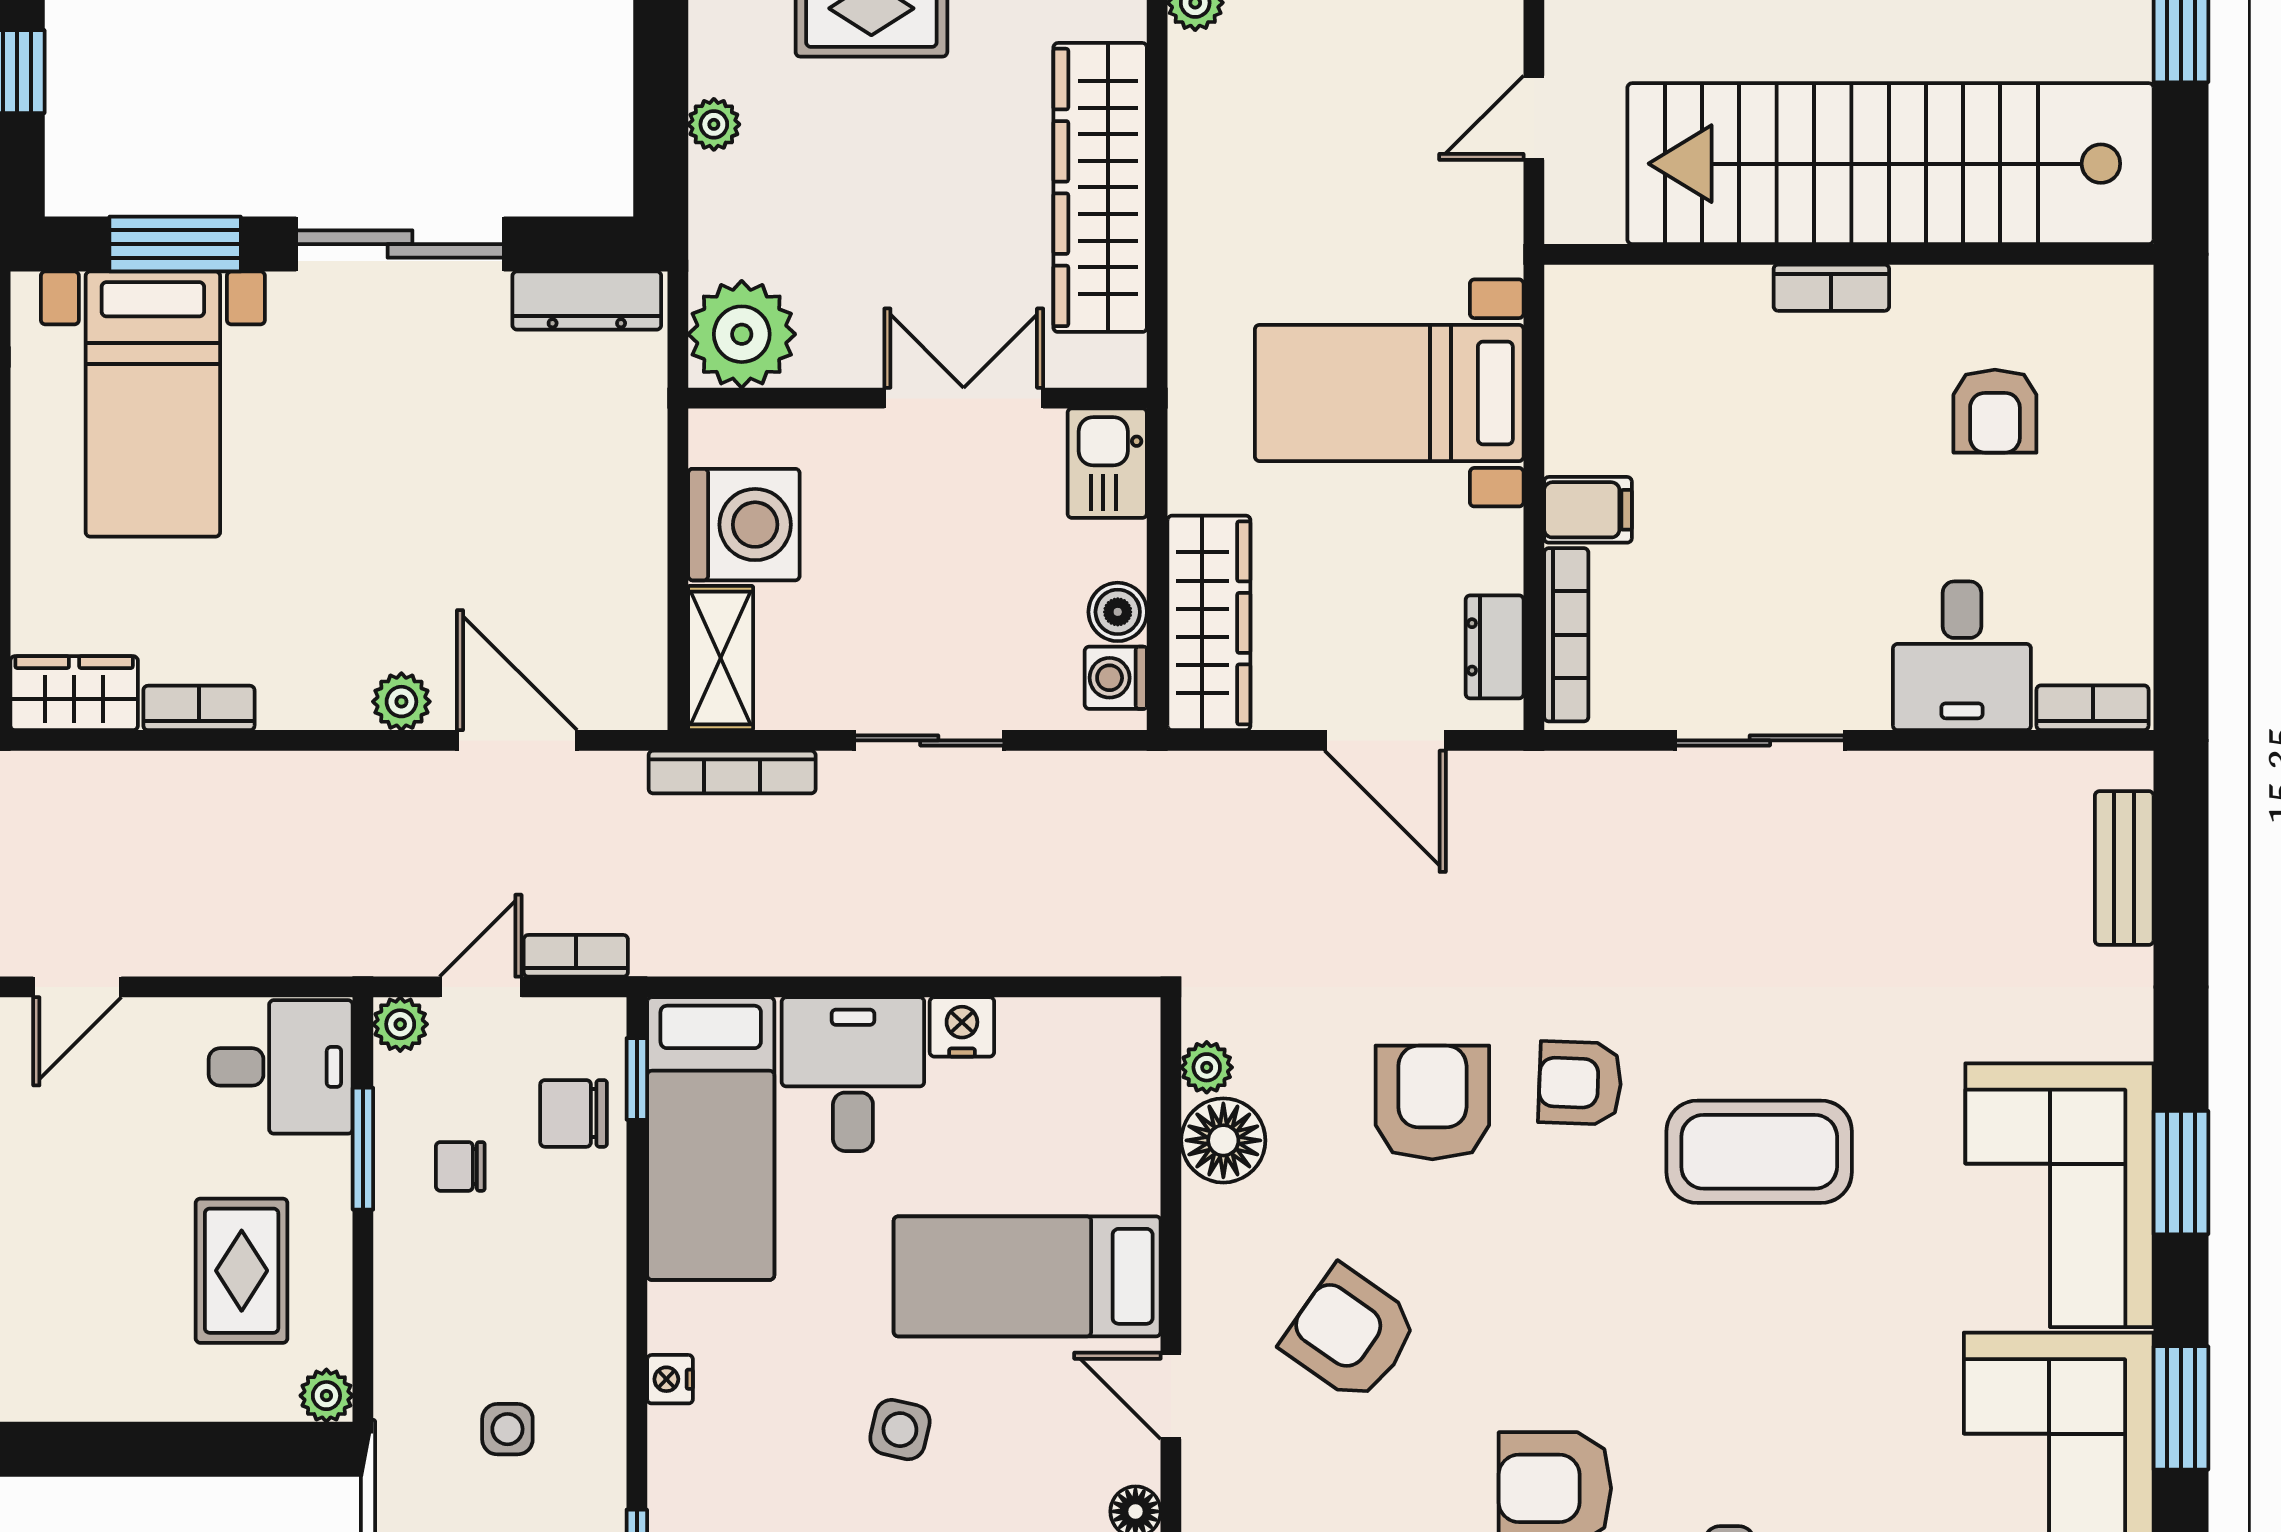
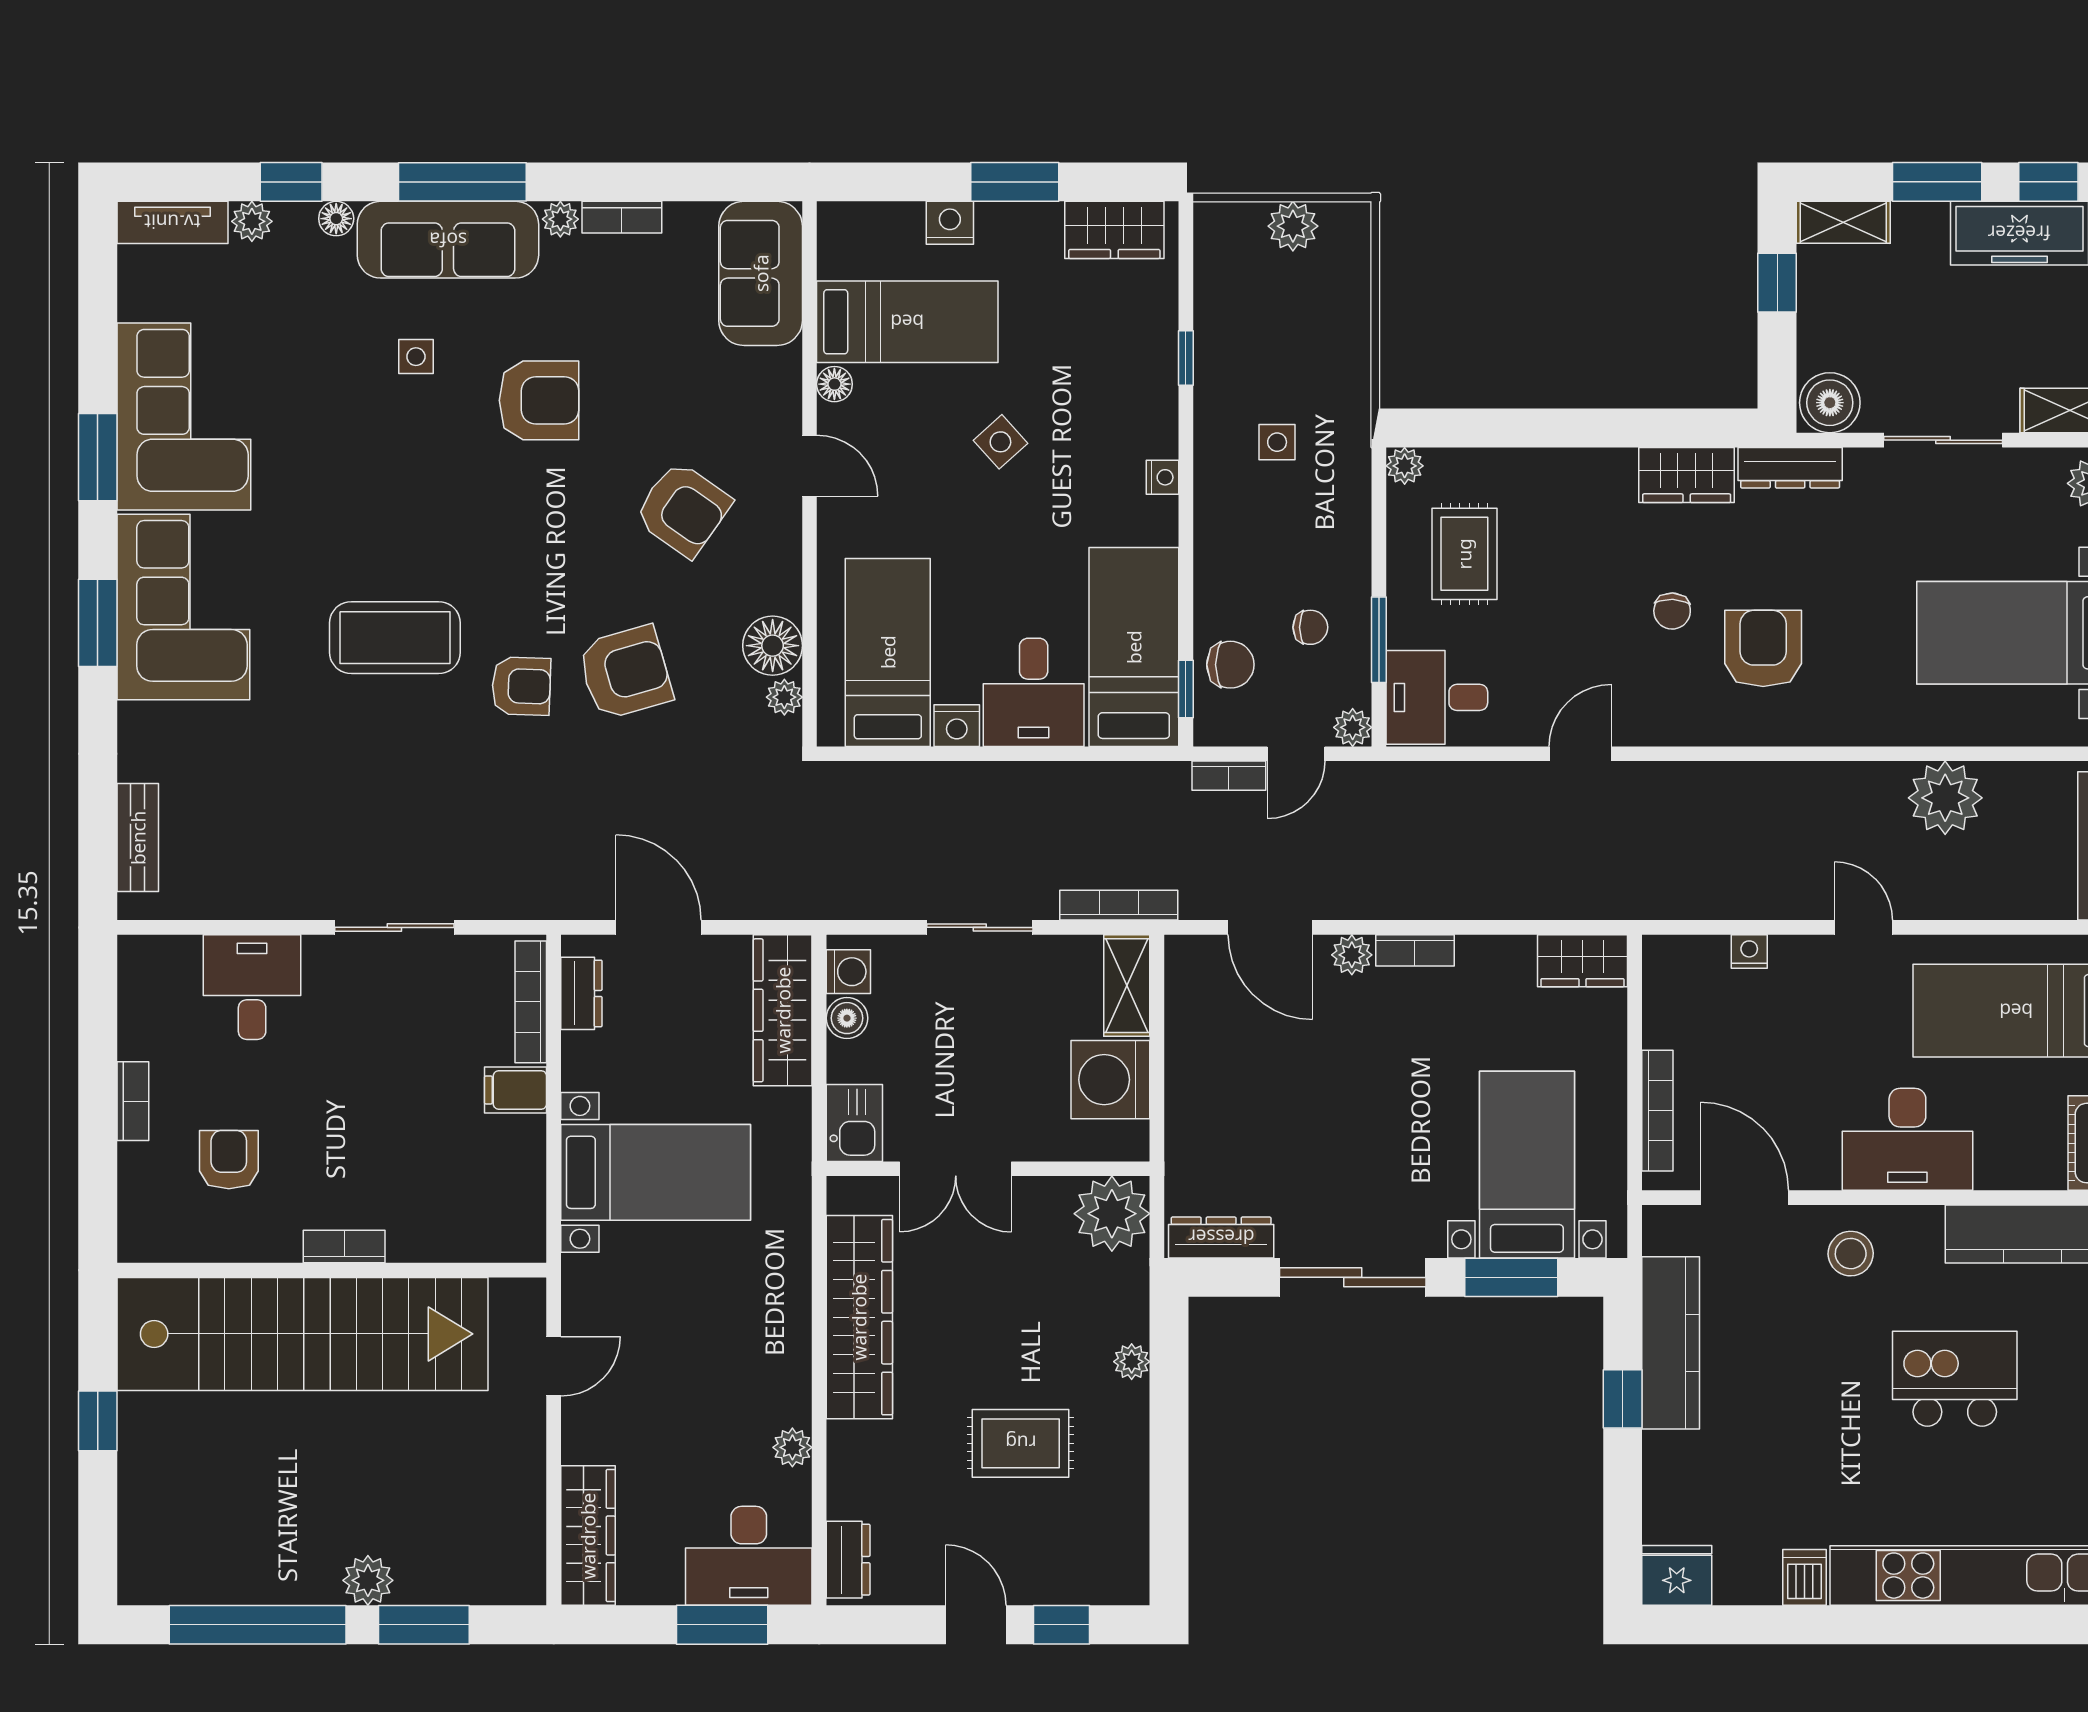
bookcase: (199, 708) -> (1415, 950), moved
bookcase: (2093, 708) -> (133, 1101), moved, turned -90
armchair: (1432, 1102) -> (625, 672), turned -106
bed: (1027, 1276) -> (888, 652), moved, turned -90
side table: (900, 1430) -> (1000, 442), turned 35

